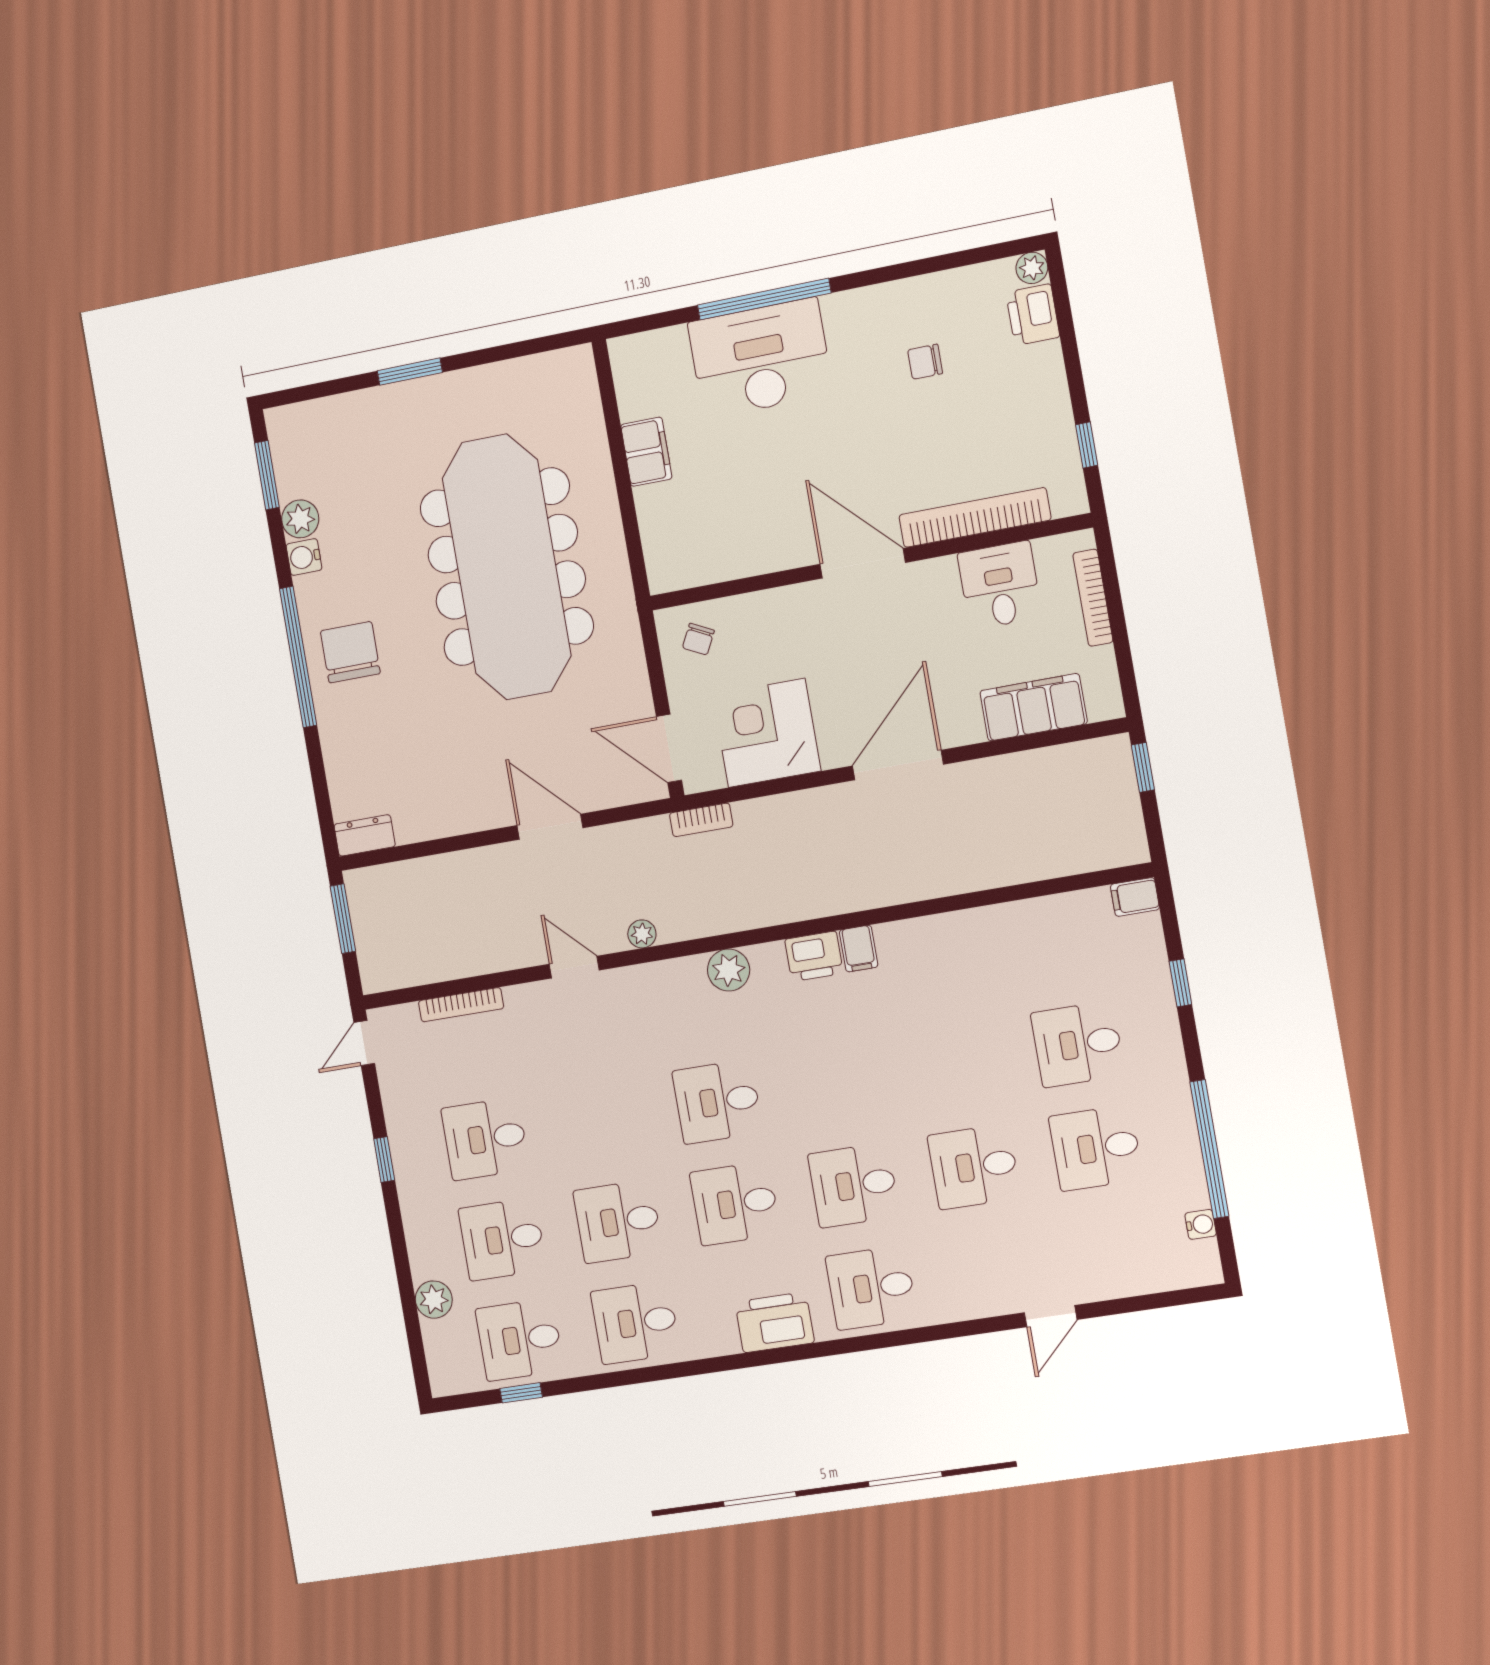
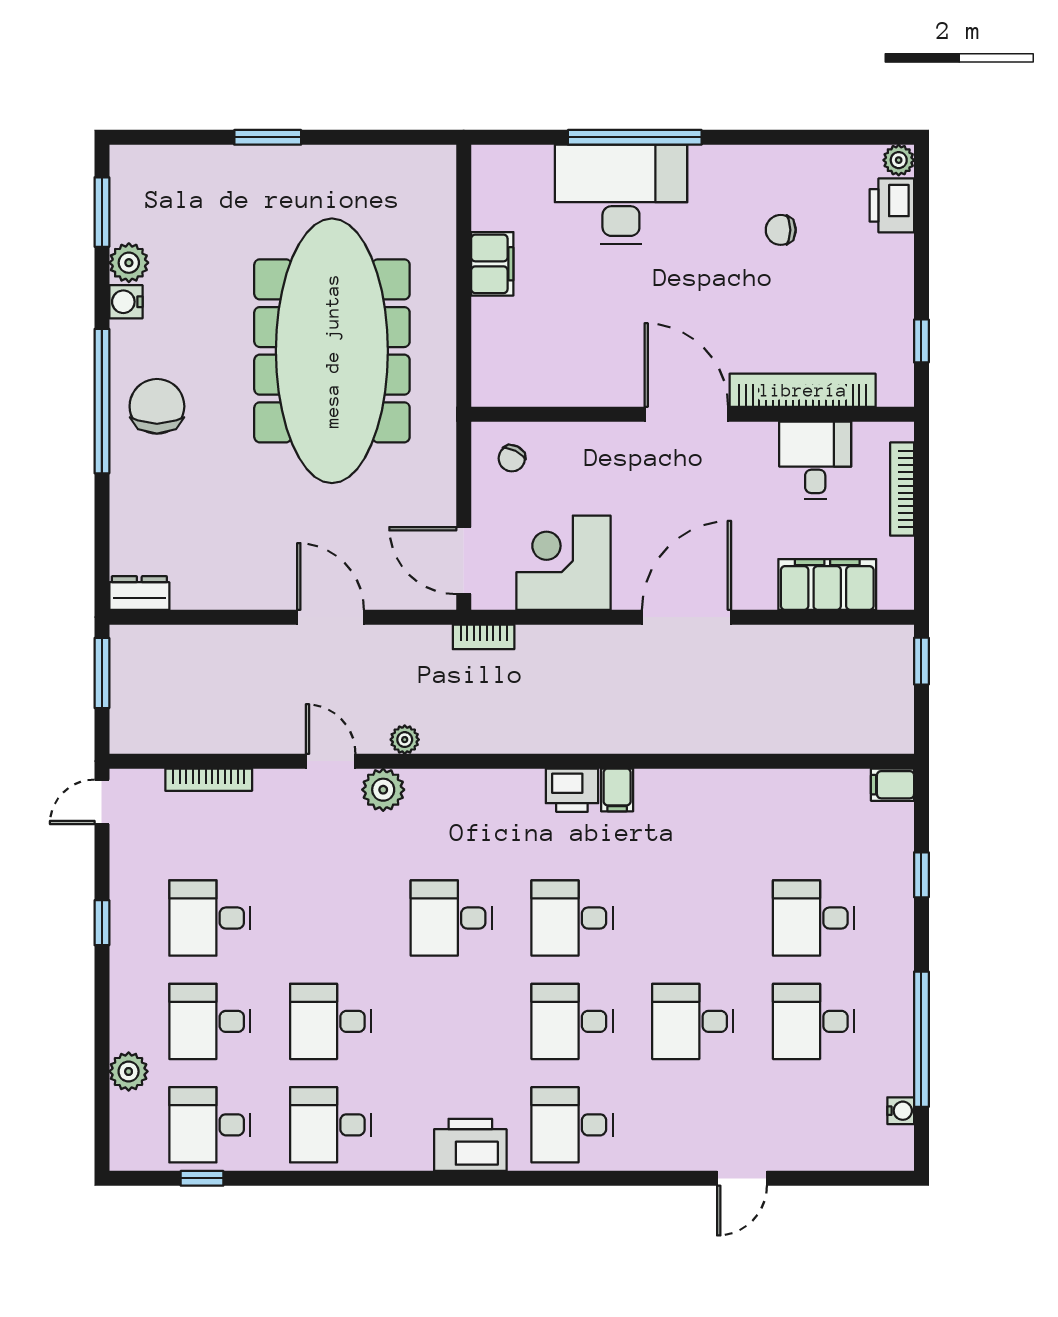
plant: (729, 970) -> (383, 790), moved
desk: (735, 1203) -> (572, 918), moved

